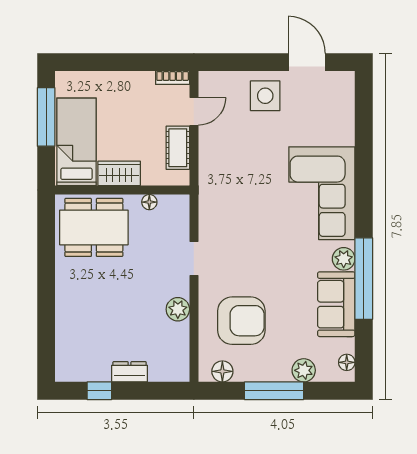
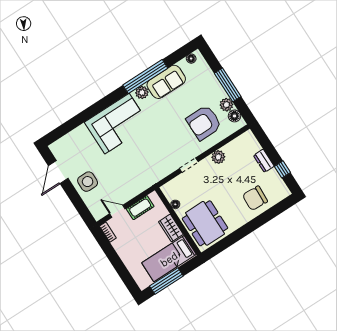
armchair: (241, 321) -> (204, 123), turned -90
chair: (83, 324) -> (255, 198), added
plant: (304, 370) -> (226, 105), moved

